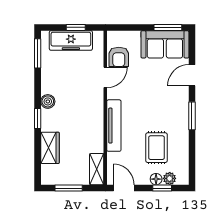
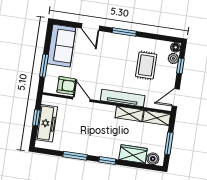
window: (168, 27) -> (44, 66), moved
window: (38, 53) -> (75, 156), moved
boiler: (48, 101) -> (153, 159), moved
shelving: (97, 136) -> (129, 114), added
rug: (156, 148) -> (146, 65), turned 90
floor lamp: (156, 179) -> (176, 47), moved

